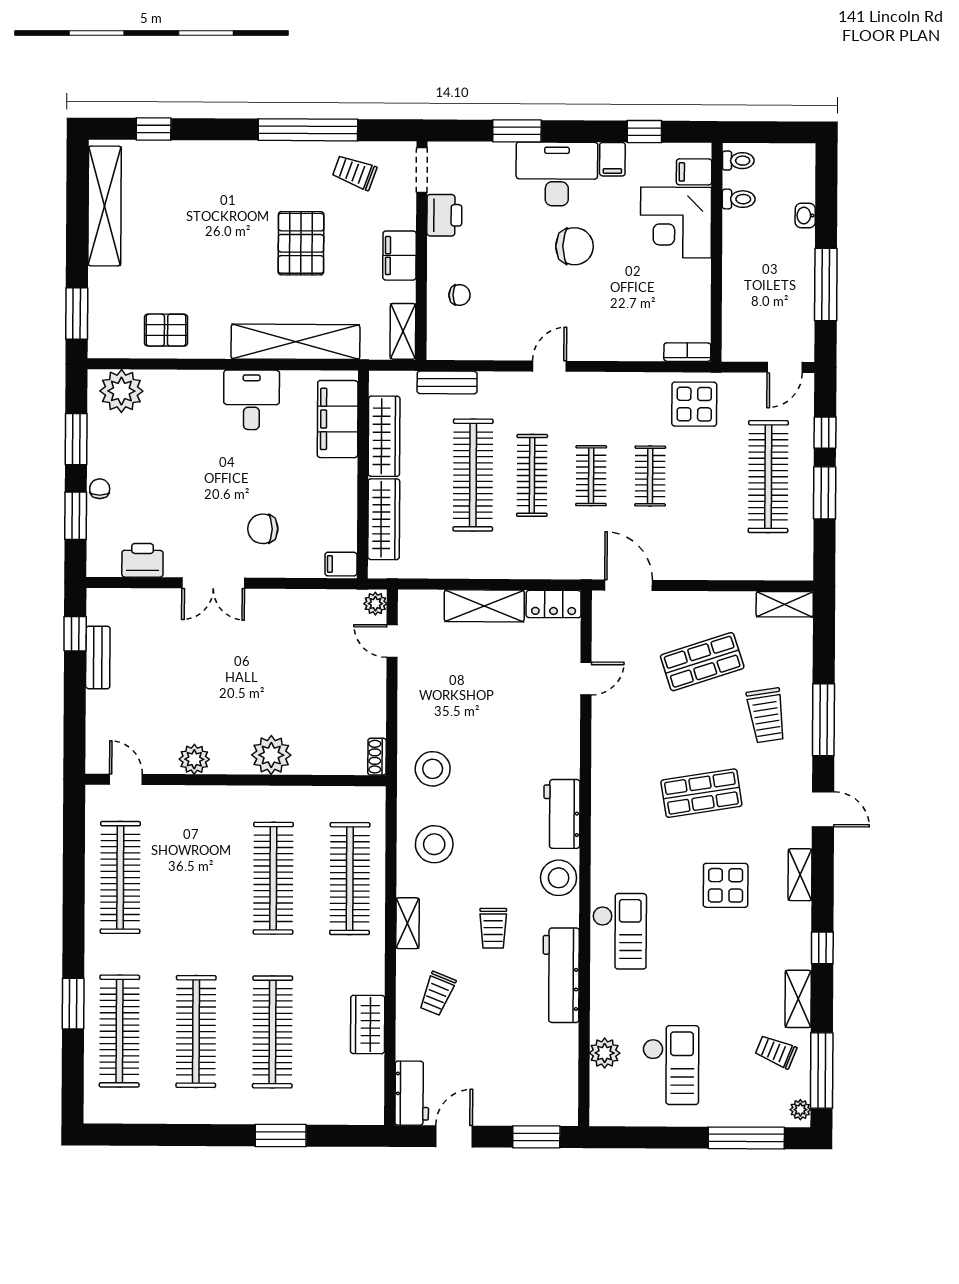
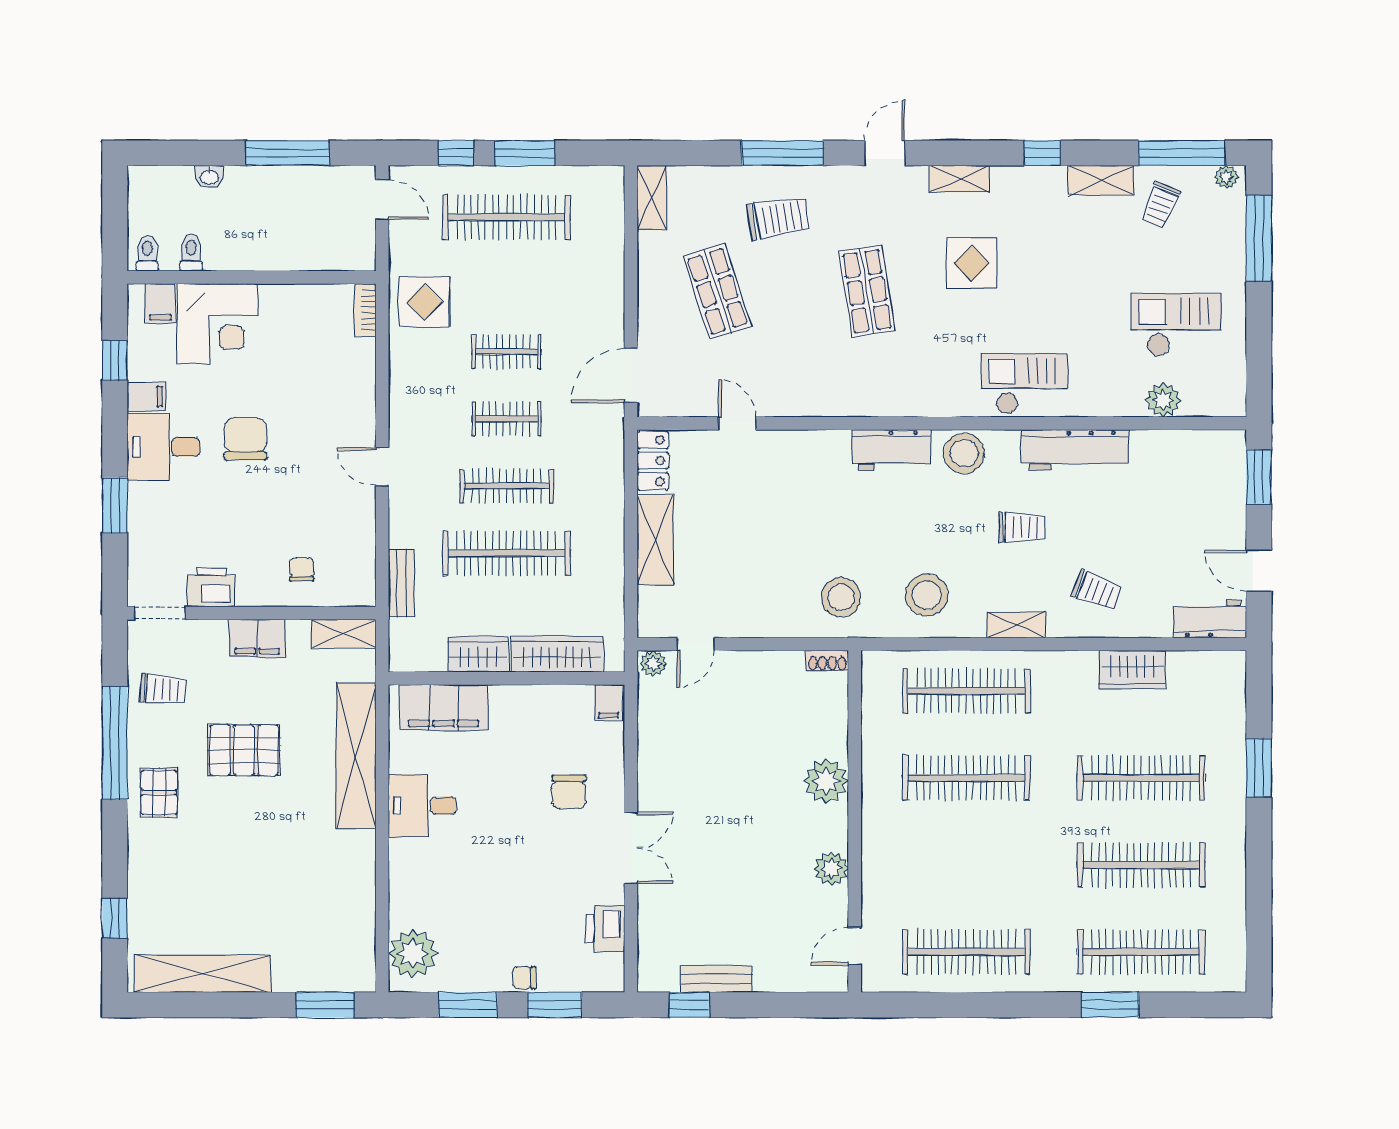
trolley: (355, 172) -> (163, 690), turned -105
desk: (557, 174) -> (164, 447), width x0.73
pallet: (166, 330) -> (159, 792), moved
wardrobe: (384, 436) -> (478, 654), width x0.67

